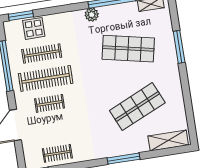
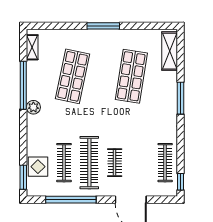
window: (179, 47) -> (103, 26), moved
shop shelf: (137, 107) -> (131, 76), turned 33
clothes rail: (57, 153) -> (165, 163), width x1.36

